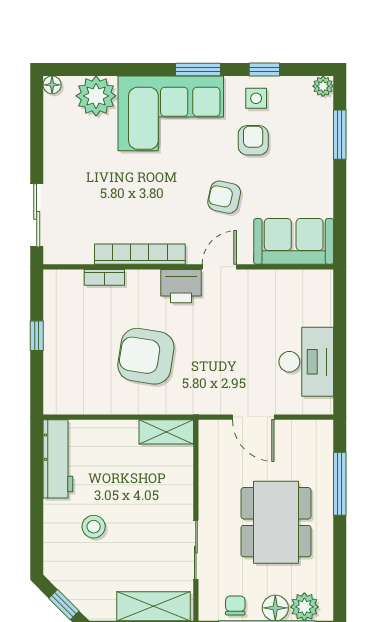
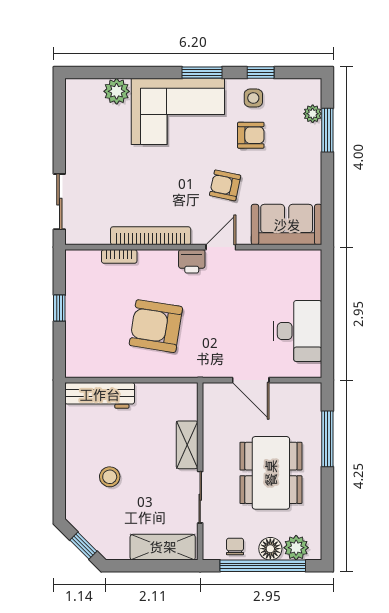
floor lamp: (52, 85) -> (73, 86), removed
plant: (323, 86) -> (313, 114), moved
plant: (96, 96) -> (117, 91), width x0.73, depth x0.73
armchair: (253, 140) -> (251, 135), turned 90
printer: (181, 286) -> (192, 261), width x0.73, depth x0.81
shelving: (166, 432) -> (187, 445), moved, turned 90
workbench: (58, 459) -> (100, 395), moved, turned 90

